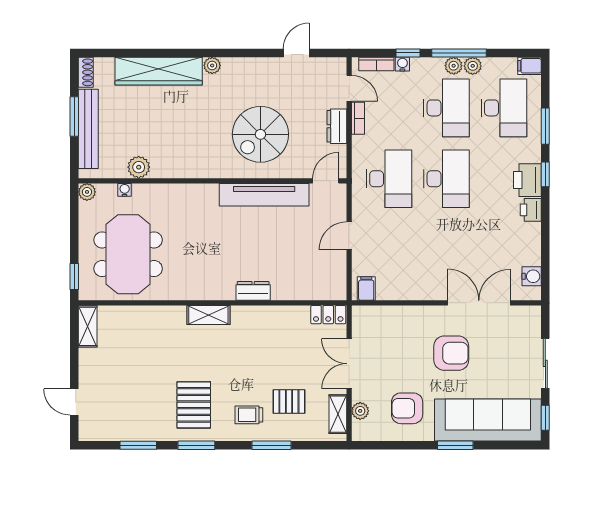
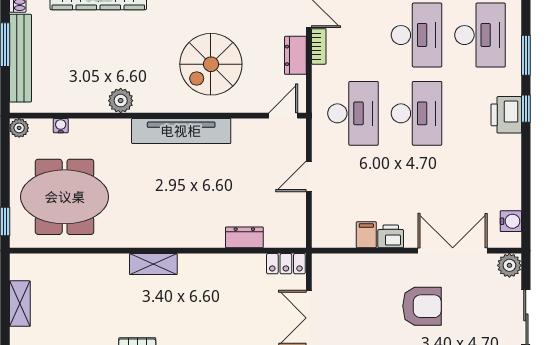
plant: (139, 167) -> (121, 101), moved
tv unit: (264, 195) -> (181, 131), moved
printer: (531, 210) -> (391, 236), moved, turned 90
meeting table: (128, 254) -> (65, 197), turned 90
filing cabinet: (366, 289) -> (366, 235), moved
dresser: (253, 291) -> (244, 237), moved
plant: (530, 316) -> (509, 265), added
shelving: (88, 326) -> (20, 304), moved

